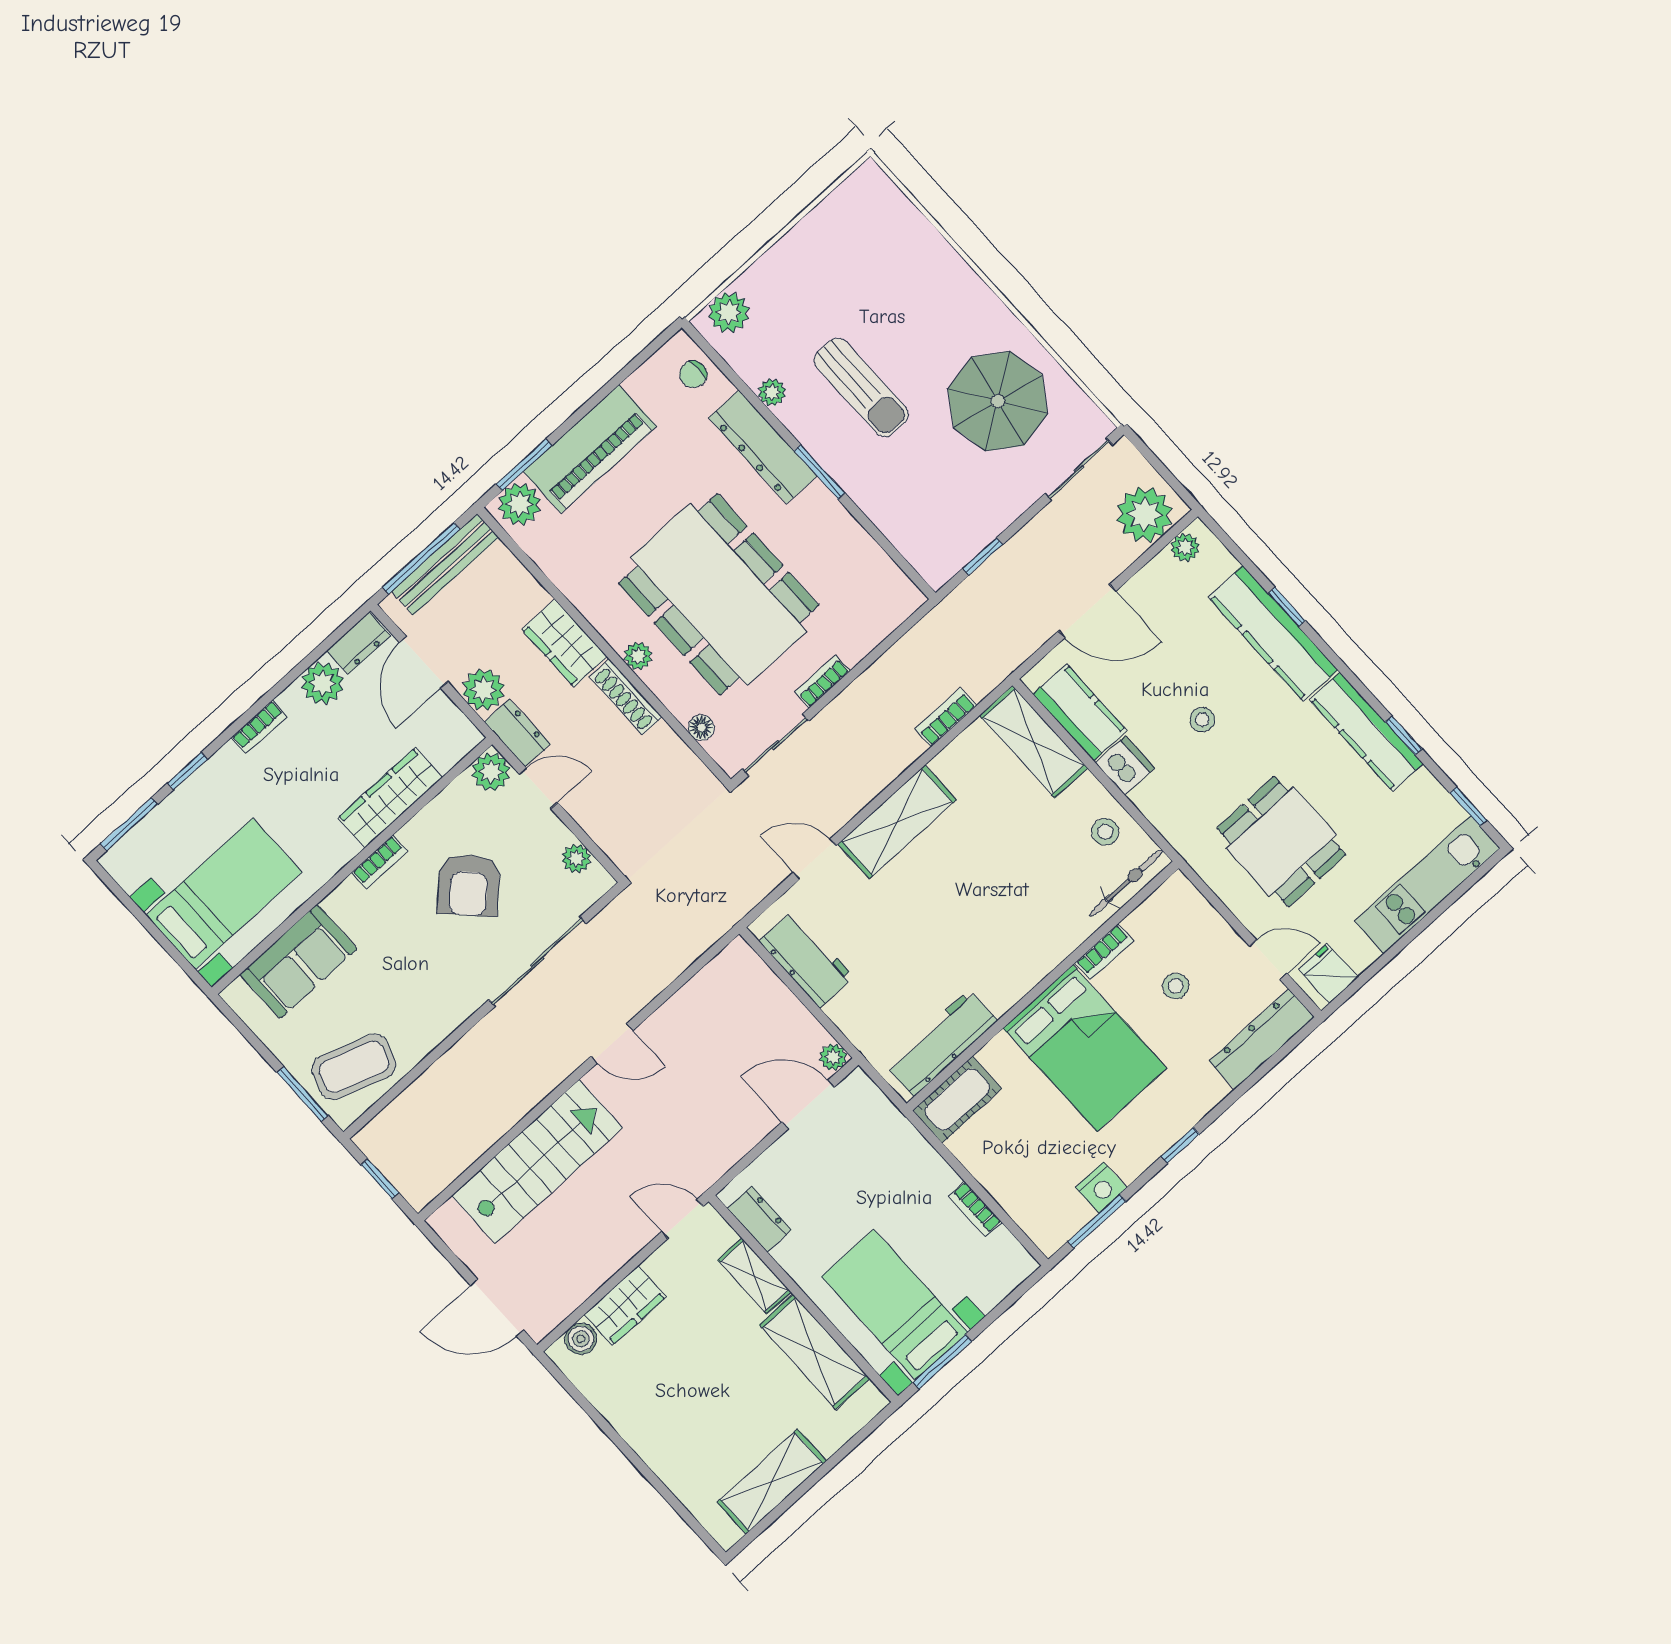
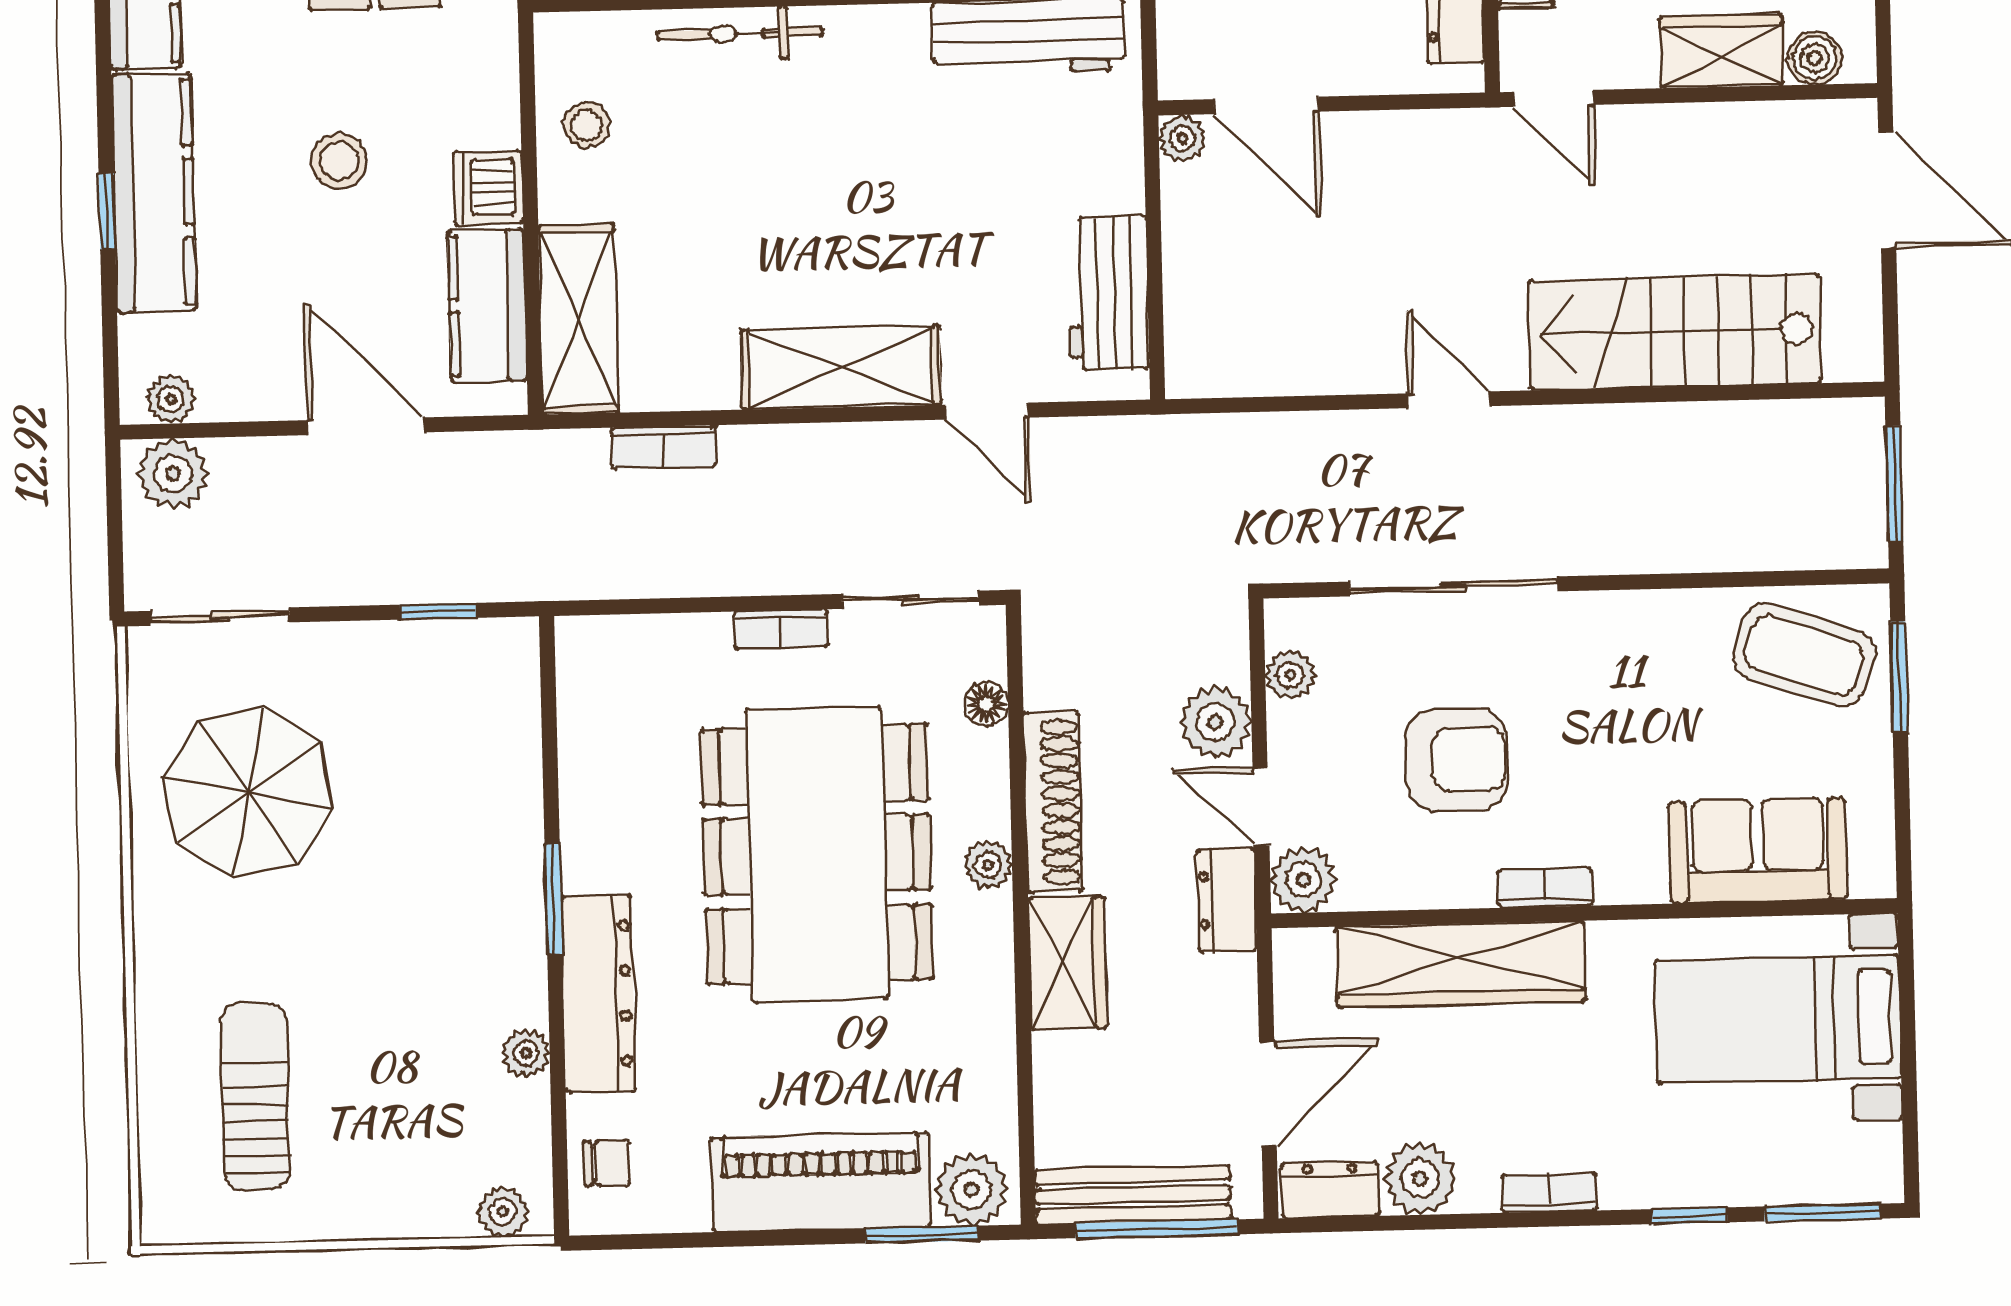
plant: (729, 313) -> (503, 1212), width x0.73, depth x0.73
sun lounger: (861, 387) -> (255, 1096), moved
plant: (1144, 514) -> (173, 474), width x0.73, depth x0.73
plant: (483, 690) -> (1215, 722), moved
shoe rack: (626, 697) -> (1053, 802), width x1.36, depth x1.24
stool: (1202, 720) -> (339, 161), width x1.37, depth x1.37
wardrobe: (390, 798) -> (1461, 964), width x1.40, depth x1.17
bicycle: (1126, 883) -> (740, 34), moved
armchair: (469, 885) -> (1457, 760), turned 44
window: (380, 1179) -> (1894, 484), width x1.50

